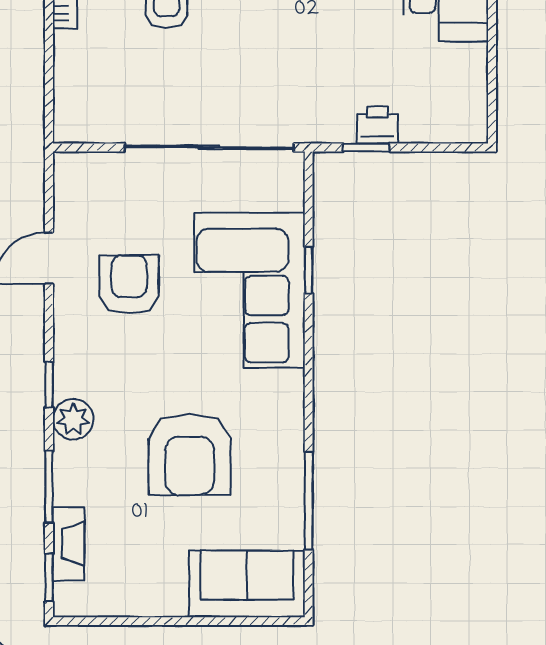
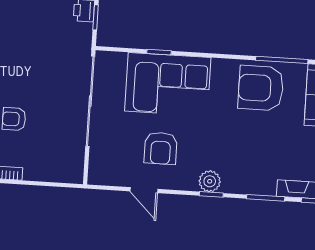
armchair: (129, 285) -> (161, 148), turned -90
plant: (73, 419) -> (210, 181), moved
armchair: (190, 454) -> (261, 88), moved, turned 180

